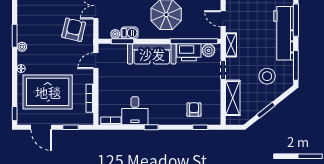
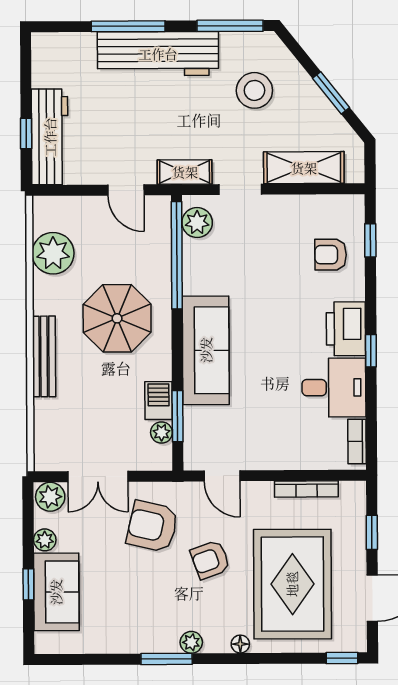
door: (223, 19) -> (126, 190), hinge flipped
printer: (189, 52) -> (346, 329), moved, turned 180
armchair: (59, 55) -> (210, 560), added

